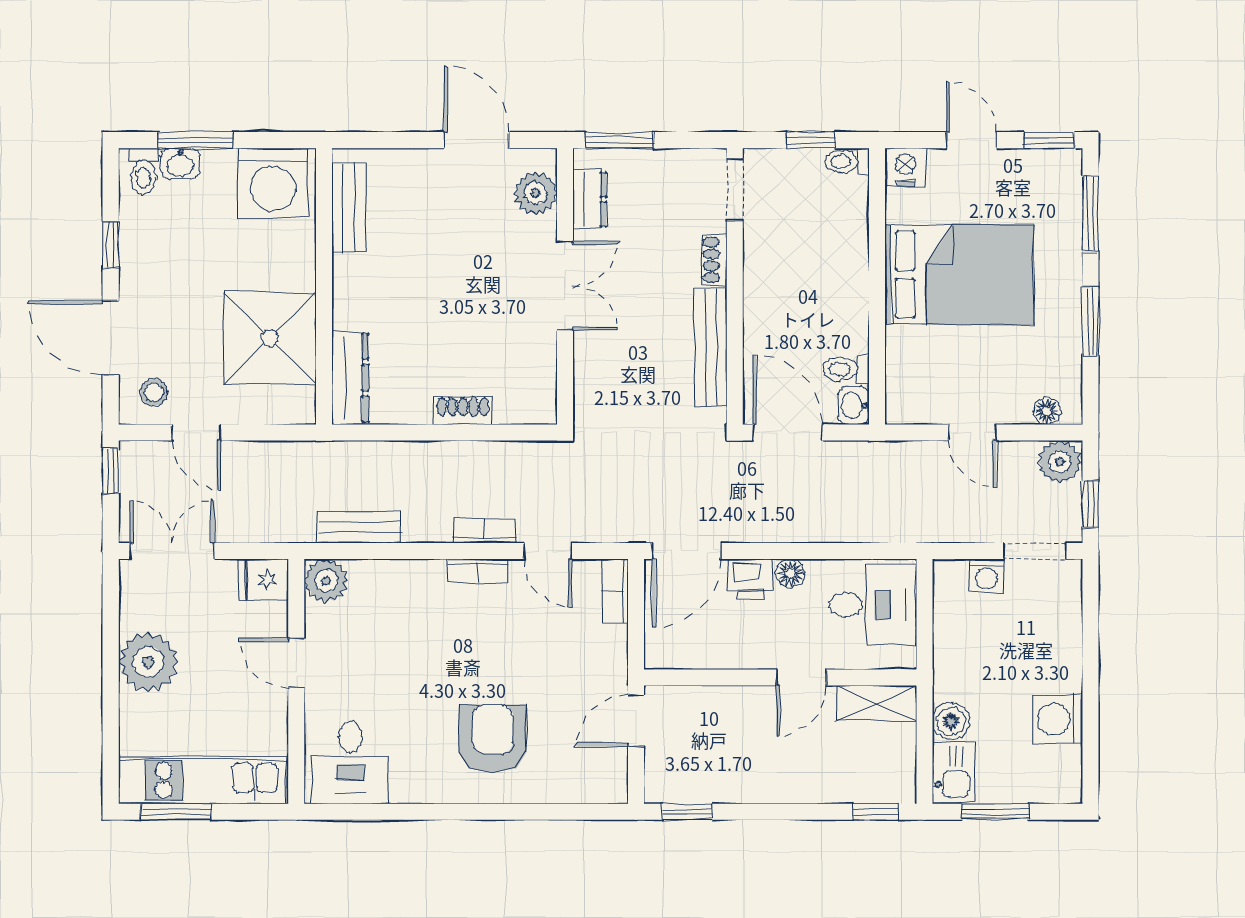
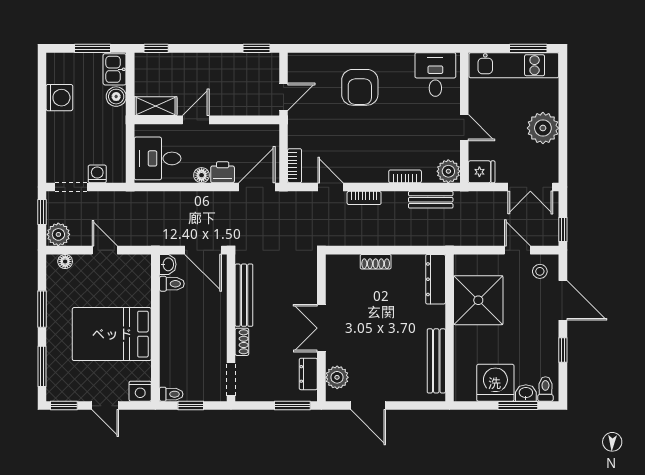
washing machine: (273, 183) -> (495, 383), moved
bench: (349, 208) -> (436, 361), width x1.36
bookcase: (478, 571) -> (405, 176), moved

